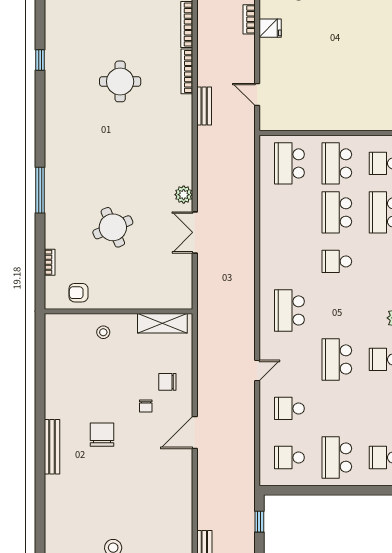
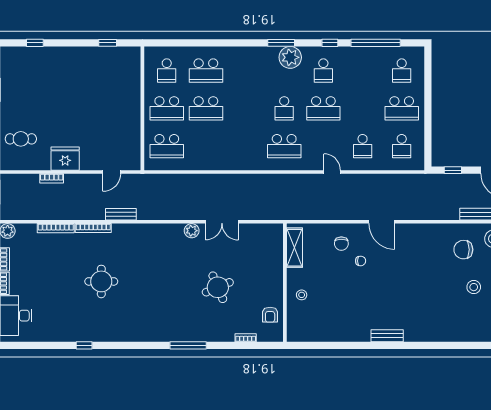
fridge: (270, 28) -> (65, 159), width x1.88, depth x1.34
school desk: (337, 261) -> (284, 108), moved
chair: (102, 435) -> (463, 250), moved
bench: (52, 447) -> (387, 336), width x0.73

